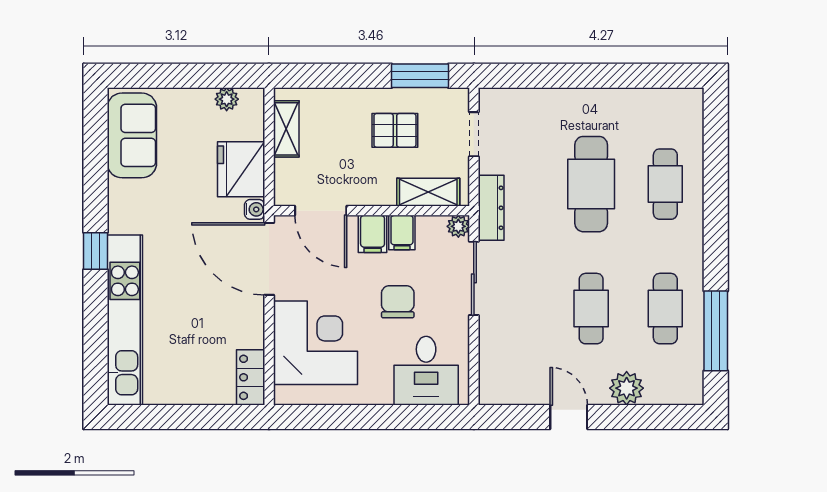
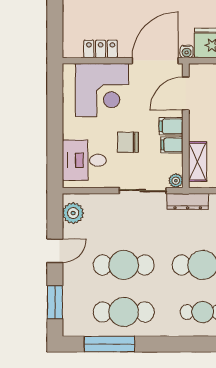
chair: (398, 302) -> (128, 142), turned 180
cafe table: (591, 309) -> (124, 265), width x1.37, depth x1.35
cafe table: (665, 309) -> (124, 312), width x1.37, depth x1.35
locker: (251, 377) -> (101, 49), moved
plant: (627, 388) -> (73, 213), moved
window: (650, 417) -> (55, 302), added

